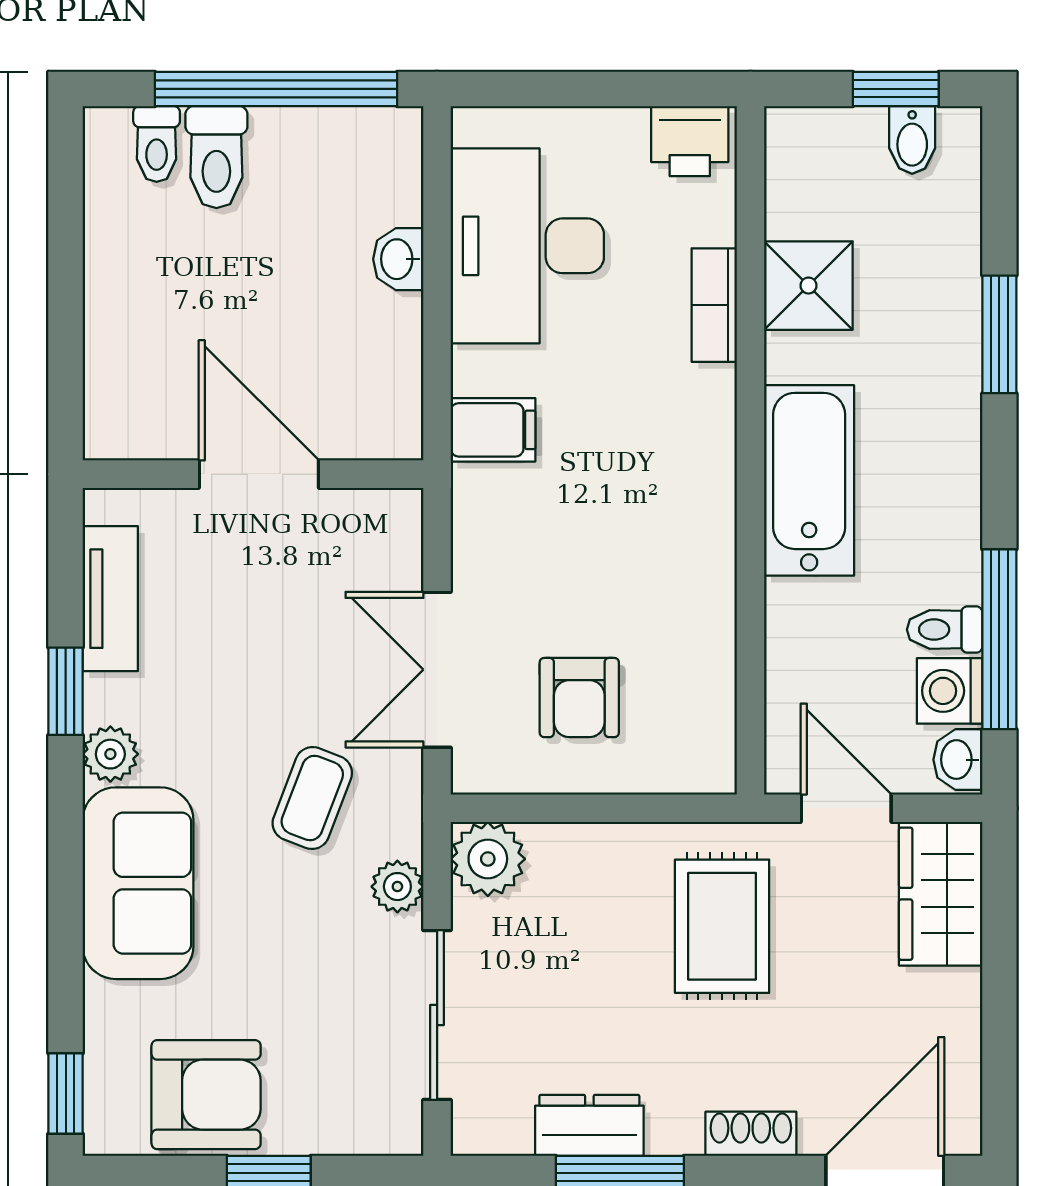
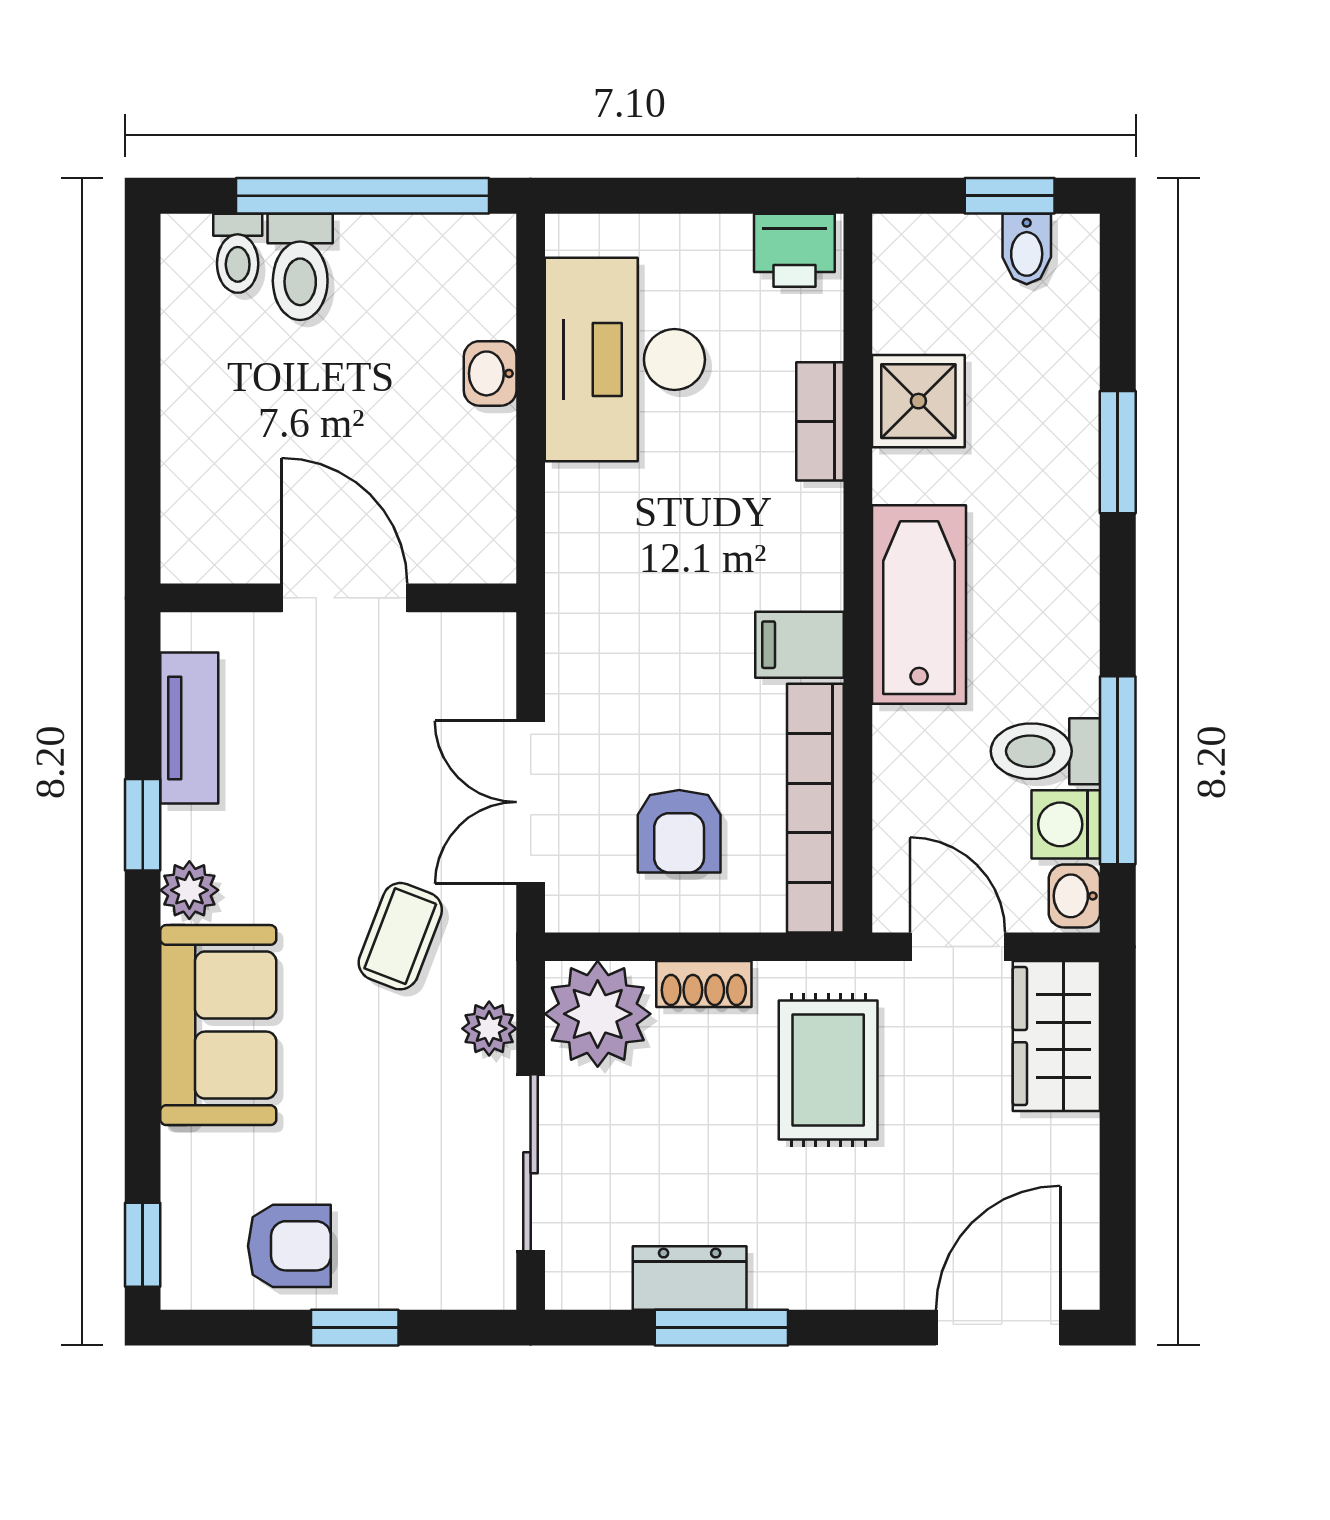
filing cabinet: (493, 430) -> (800, 645), moved, turned 180
toilet: (945, 630) -> (1045, 751), width x1.37, depth x1.39
bookcase: (710, 675) -> (815, 808), added
plant: (488, 859) -> (598, 1014), width x1.36, depth x1.36
armchair: (206, 1095) -> (289, 1246), width x0.72, depth x0.72
shoe rack: (751, 1134) -> (704, 984), moved, turned 180

